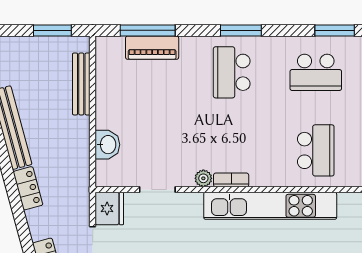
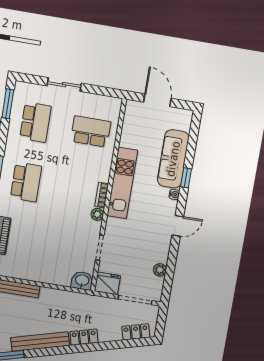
school desk: (232, 72) -> (26, 182), turned -90
washbasin: (107, 145) -> (82, 281), moved
kitchen unit: (270, 206) -> (122, 183), width x0.73

